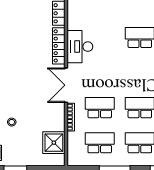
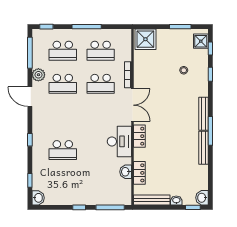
washbasin: (73, 15) -> (126, 172), added
locker: (59, 46) -> (139, 136), width x0.66
shower: (54, 143) -> (145, 39), moved

